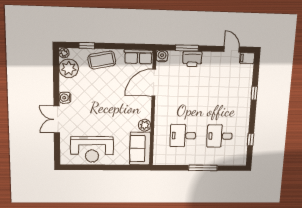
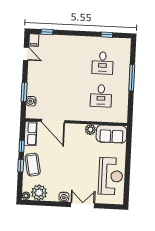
window: (87, 45) -> (21, 166), moved
window: (123, 46) -> (22, 146), added
door: (232, 49) -> (26, 54), swing flipped
water cooler: (162, 56) -> (31, 101), moved
printer: (192, 59) -> (34, 88), removed
window: (254, 93) -> (47, 32), moved
double door: (57, 119) -> (83, 205), swing flipped

